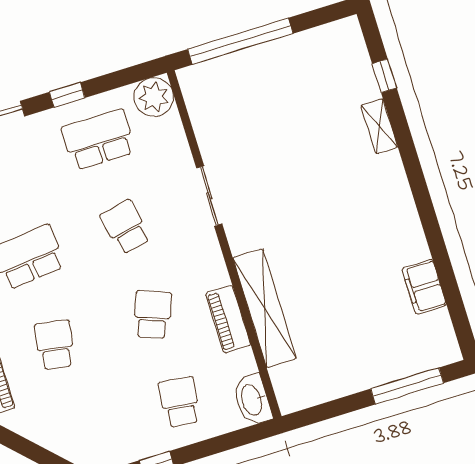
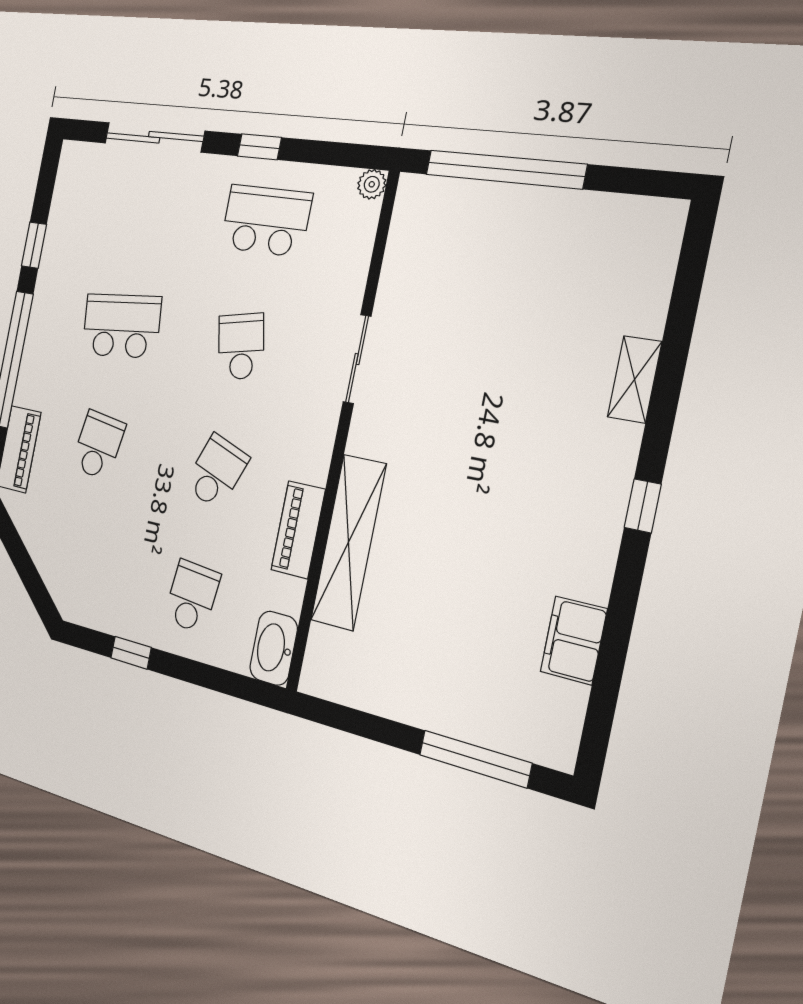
window: (384, 76) -> (643, 506), moved
plant: (154, 97) -> (372, 184), width x0.53, depth x0.53

